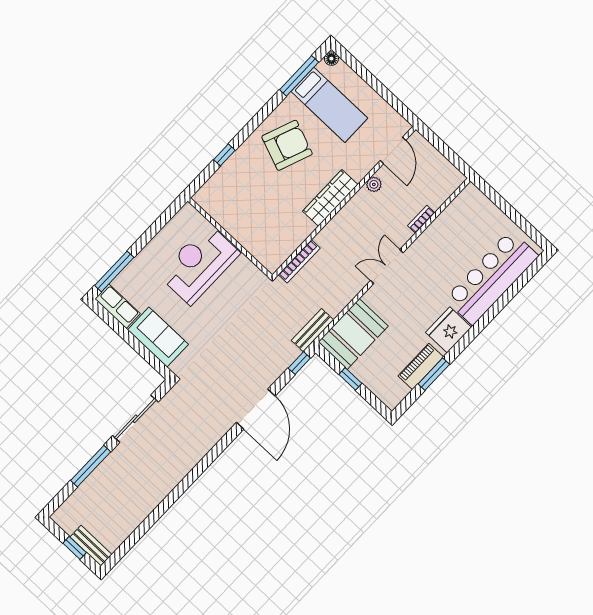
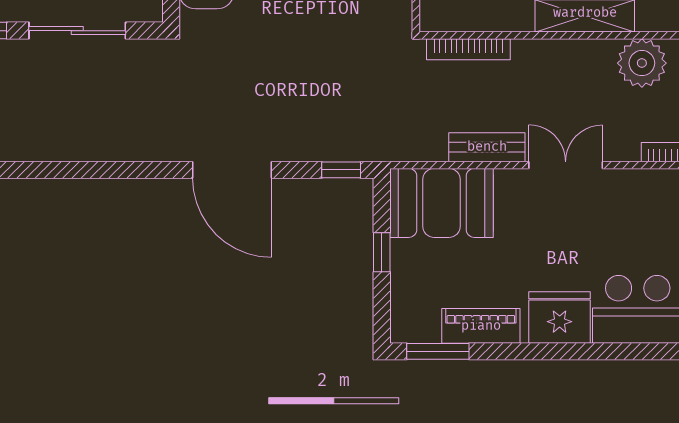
plant: (374, 184) -> (642, 63), width x1.87, depth x1.87
bench: (312, 330) -> (487, 147), moved
window: (434, 374) -> (438, 351), moved
door: (256, 409) -> (232, 170), hinge flipped

